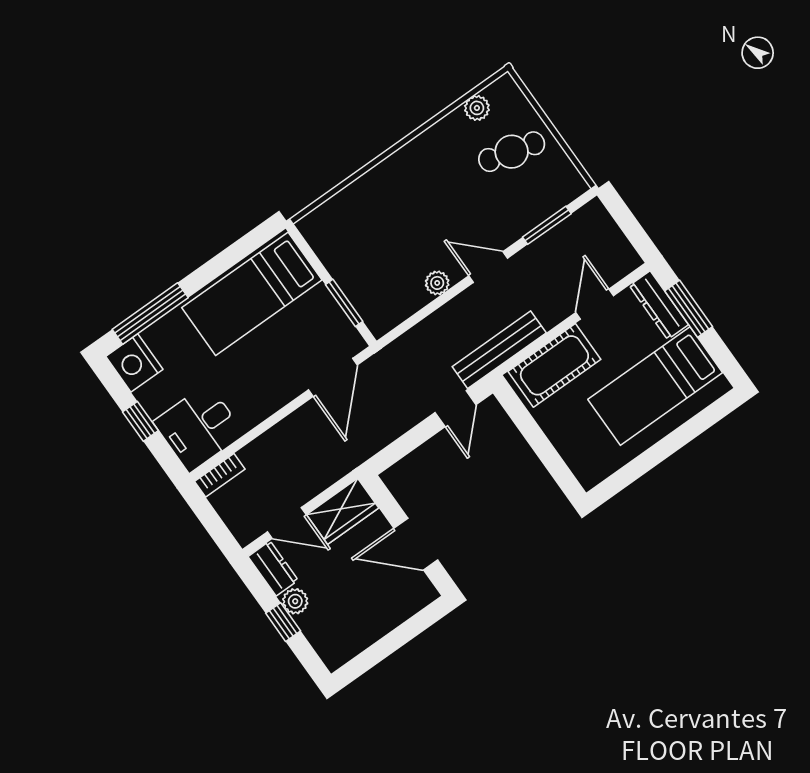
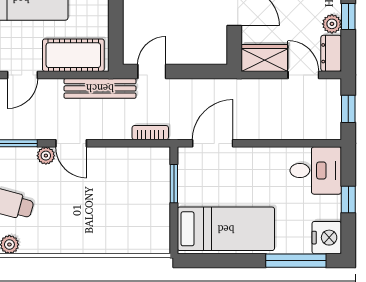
plant: (437, 283) -> (46, 156), moved
bookcase: (220, 475) -> (150, 133), moved
window: (211, 521) -> (348, 109), added

